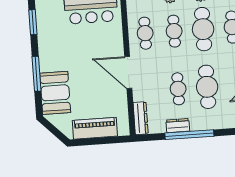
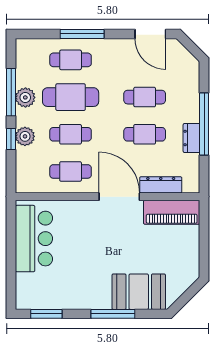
door: (128, 72) -> (119, 197), swing flipped
cafe table: (207, 87) -> (145, 97), width x0.73, depth x0.74
dresser: (141, 118) -> (161, 185), moved
piano: (95, 128) -> (172, 212), moved, turned -90

